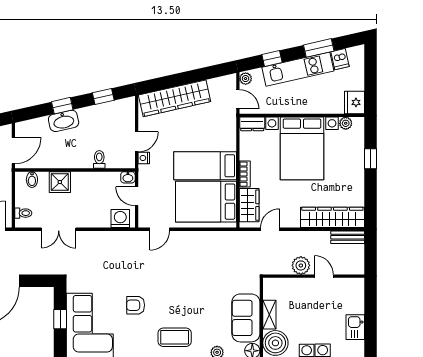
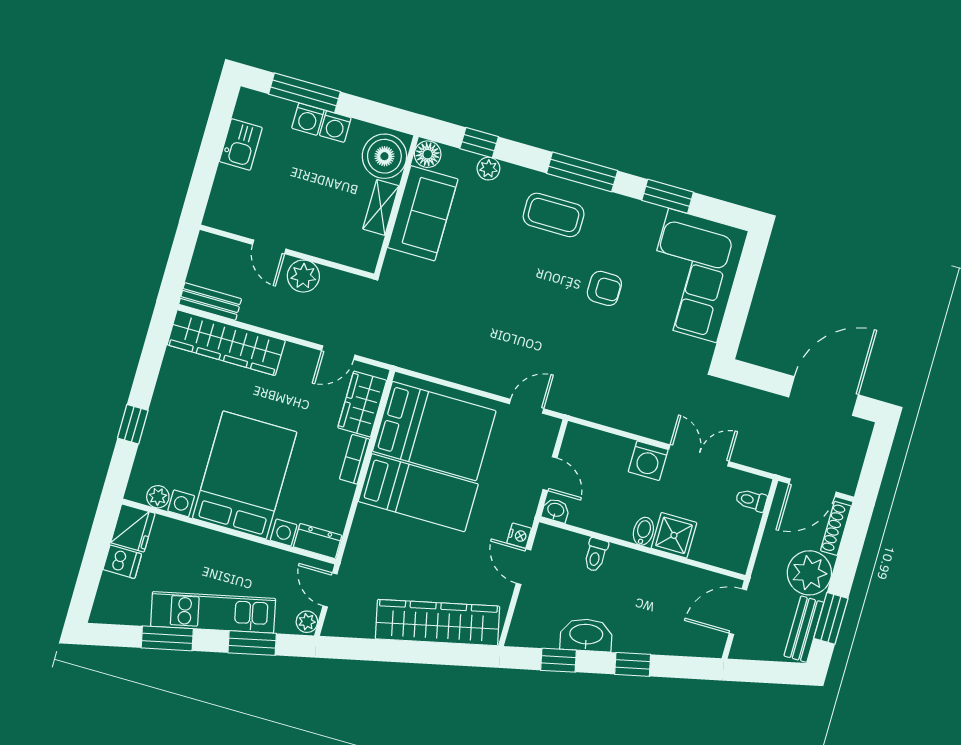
window: (272, 58) -> (252, 643), width x1.50
dishwasher: (340, 59) -> (122, 562), moved, turned 103
washbasin: (64, 121) -> (586, 635), moved
door: (137, 142) -> (524, 567), hinge flipped
bidet: (32, 180) -> (643, 531), moved
washing machine: (120, 219) -> (648, 461), moved
window: (60, 319) -> (740, 302), removed

